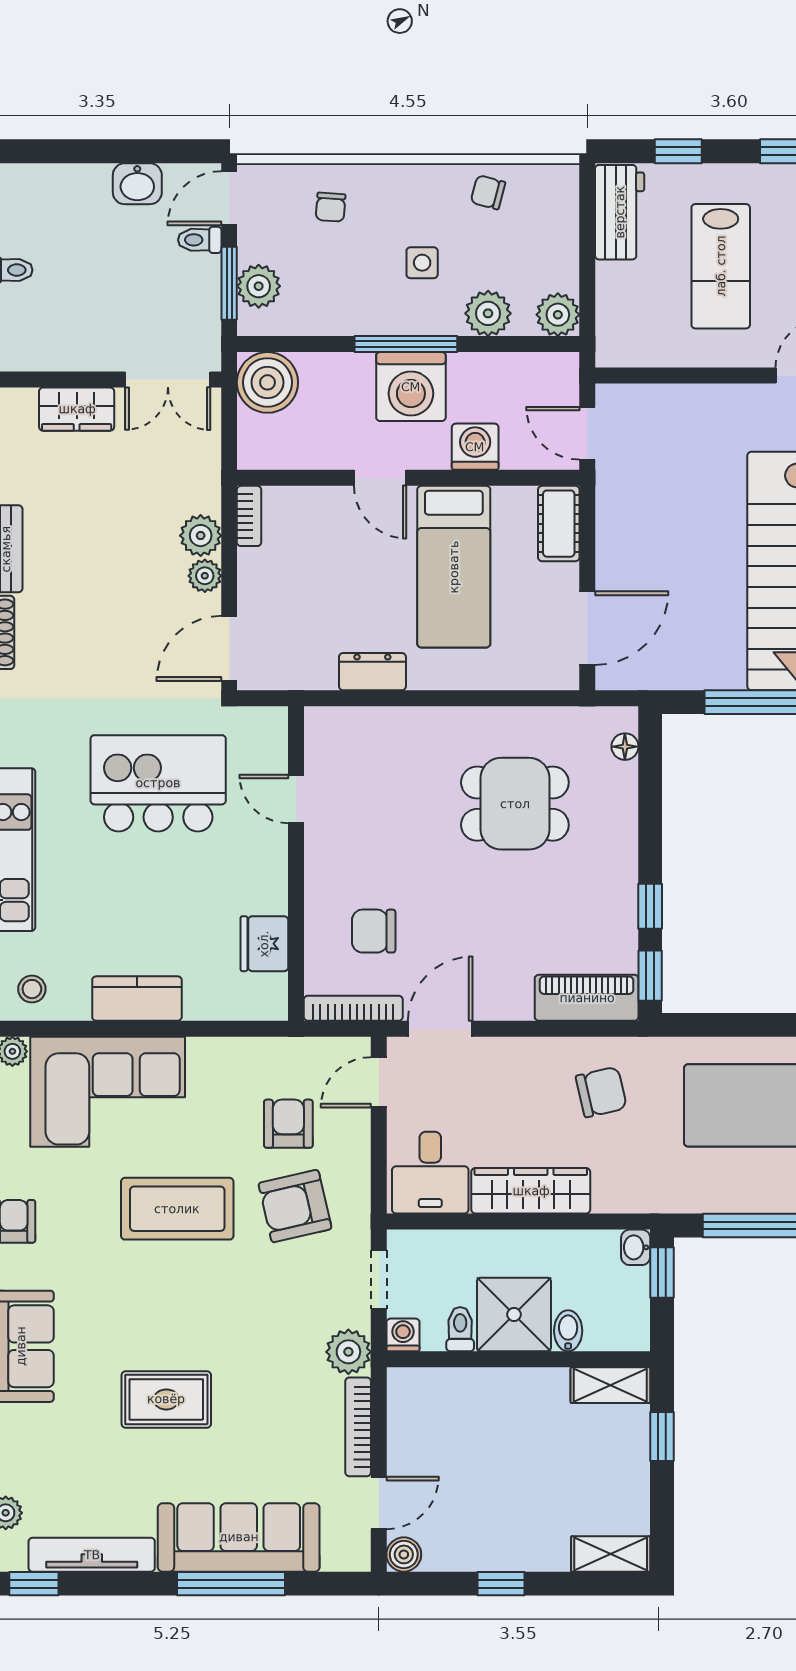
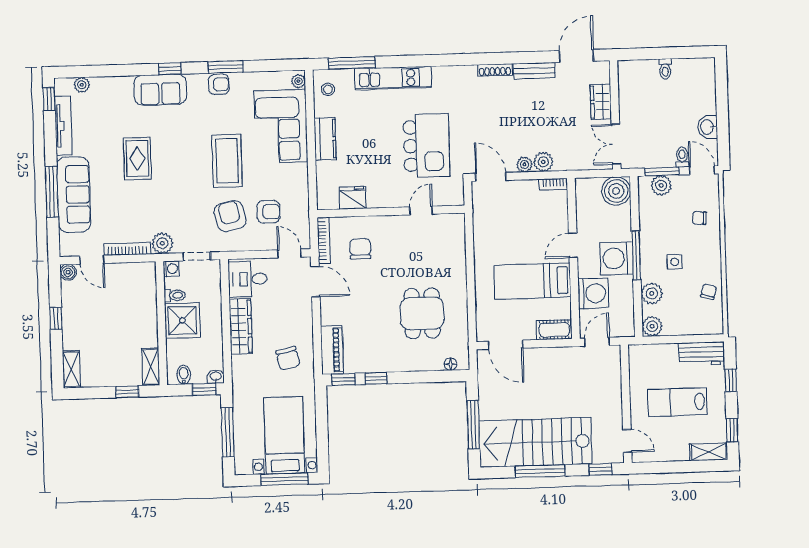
washing machine: (475, 447) -> (593, 293), width x1.37, depth x1.37
dresser: (372, 672) -> (482, 245), removed
bidet: (568, 1331) -> (184, 375), moved, turned -90

